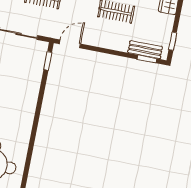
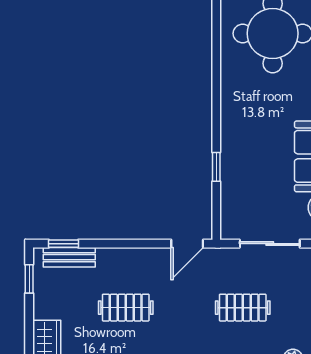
window: (48, 61) -> (216, 167), moved

